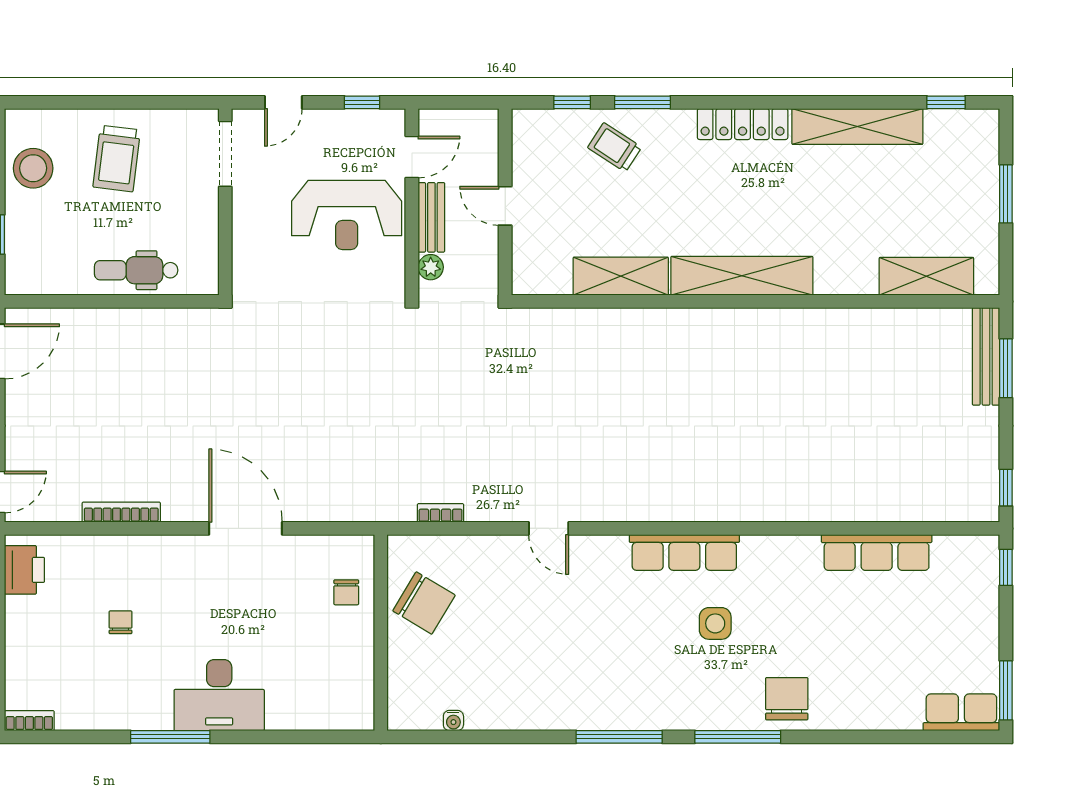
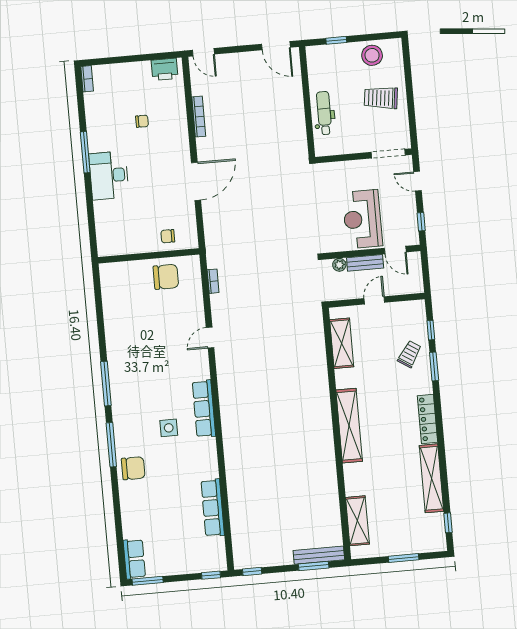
shelving: (621, 276) -> (342, 343), moved
chair: (424, 603) -> (166, 277), turned -121
water cooler: (453, 720) -> (107, 297), removed

